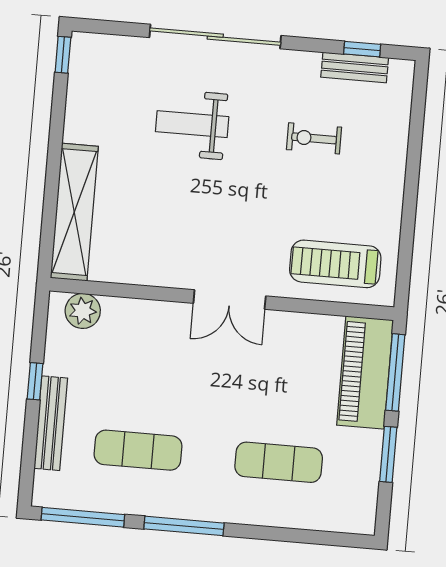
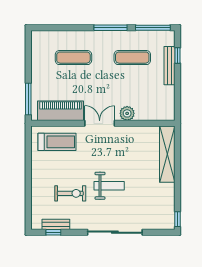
weight bench: (192, 124) -> (109, 186), moved
exercise bike: (314, 138) -> (70, 193), width x1.38, depth x1.39
plant: (83, 311) -> (127, 113), moved
piano: (365, 373) -> (61, 111), moved, turned -90
window: (35, 381) -> (178, 56), moved
window: (388, 454) -> (28, 65), removed

